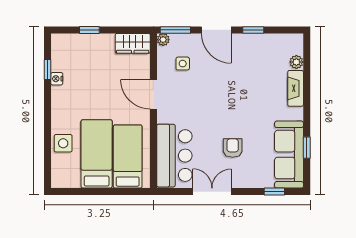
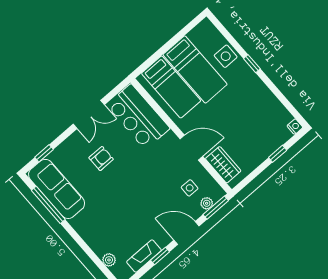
plant: (163, 40) -> (207, 203), moved
wardrobe: (133, 43) -> (223, 165), moved, turned 90
window: (47, 69) -> (252, 64), moved
nightstand: (57, 79) -> (295, 127), moved
fireplace: (296, 88) -> (144, 256), moved, turned -90
armchair: (233, 148) -> (101, 158), turned -90
window: (307, 148) -> (48, 205), width x2.17

